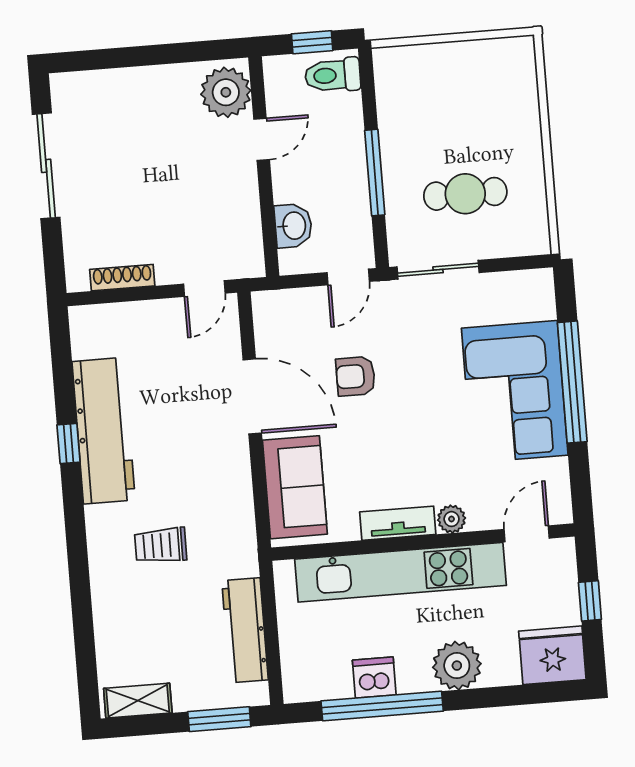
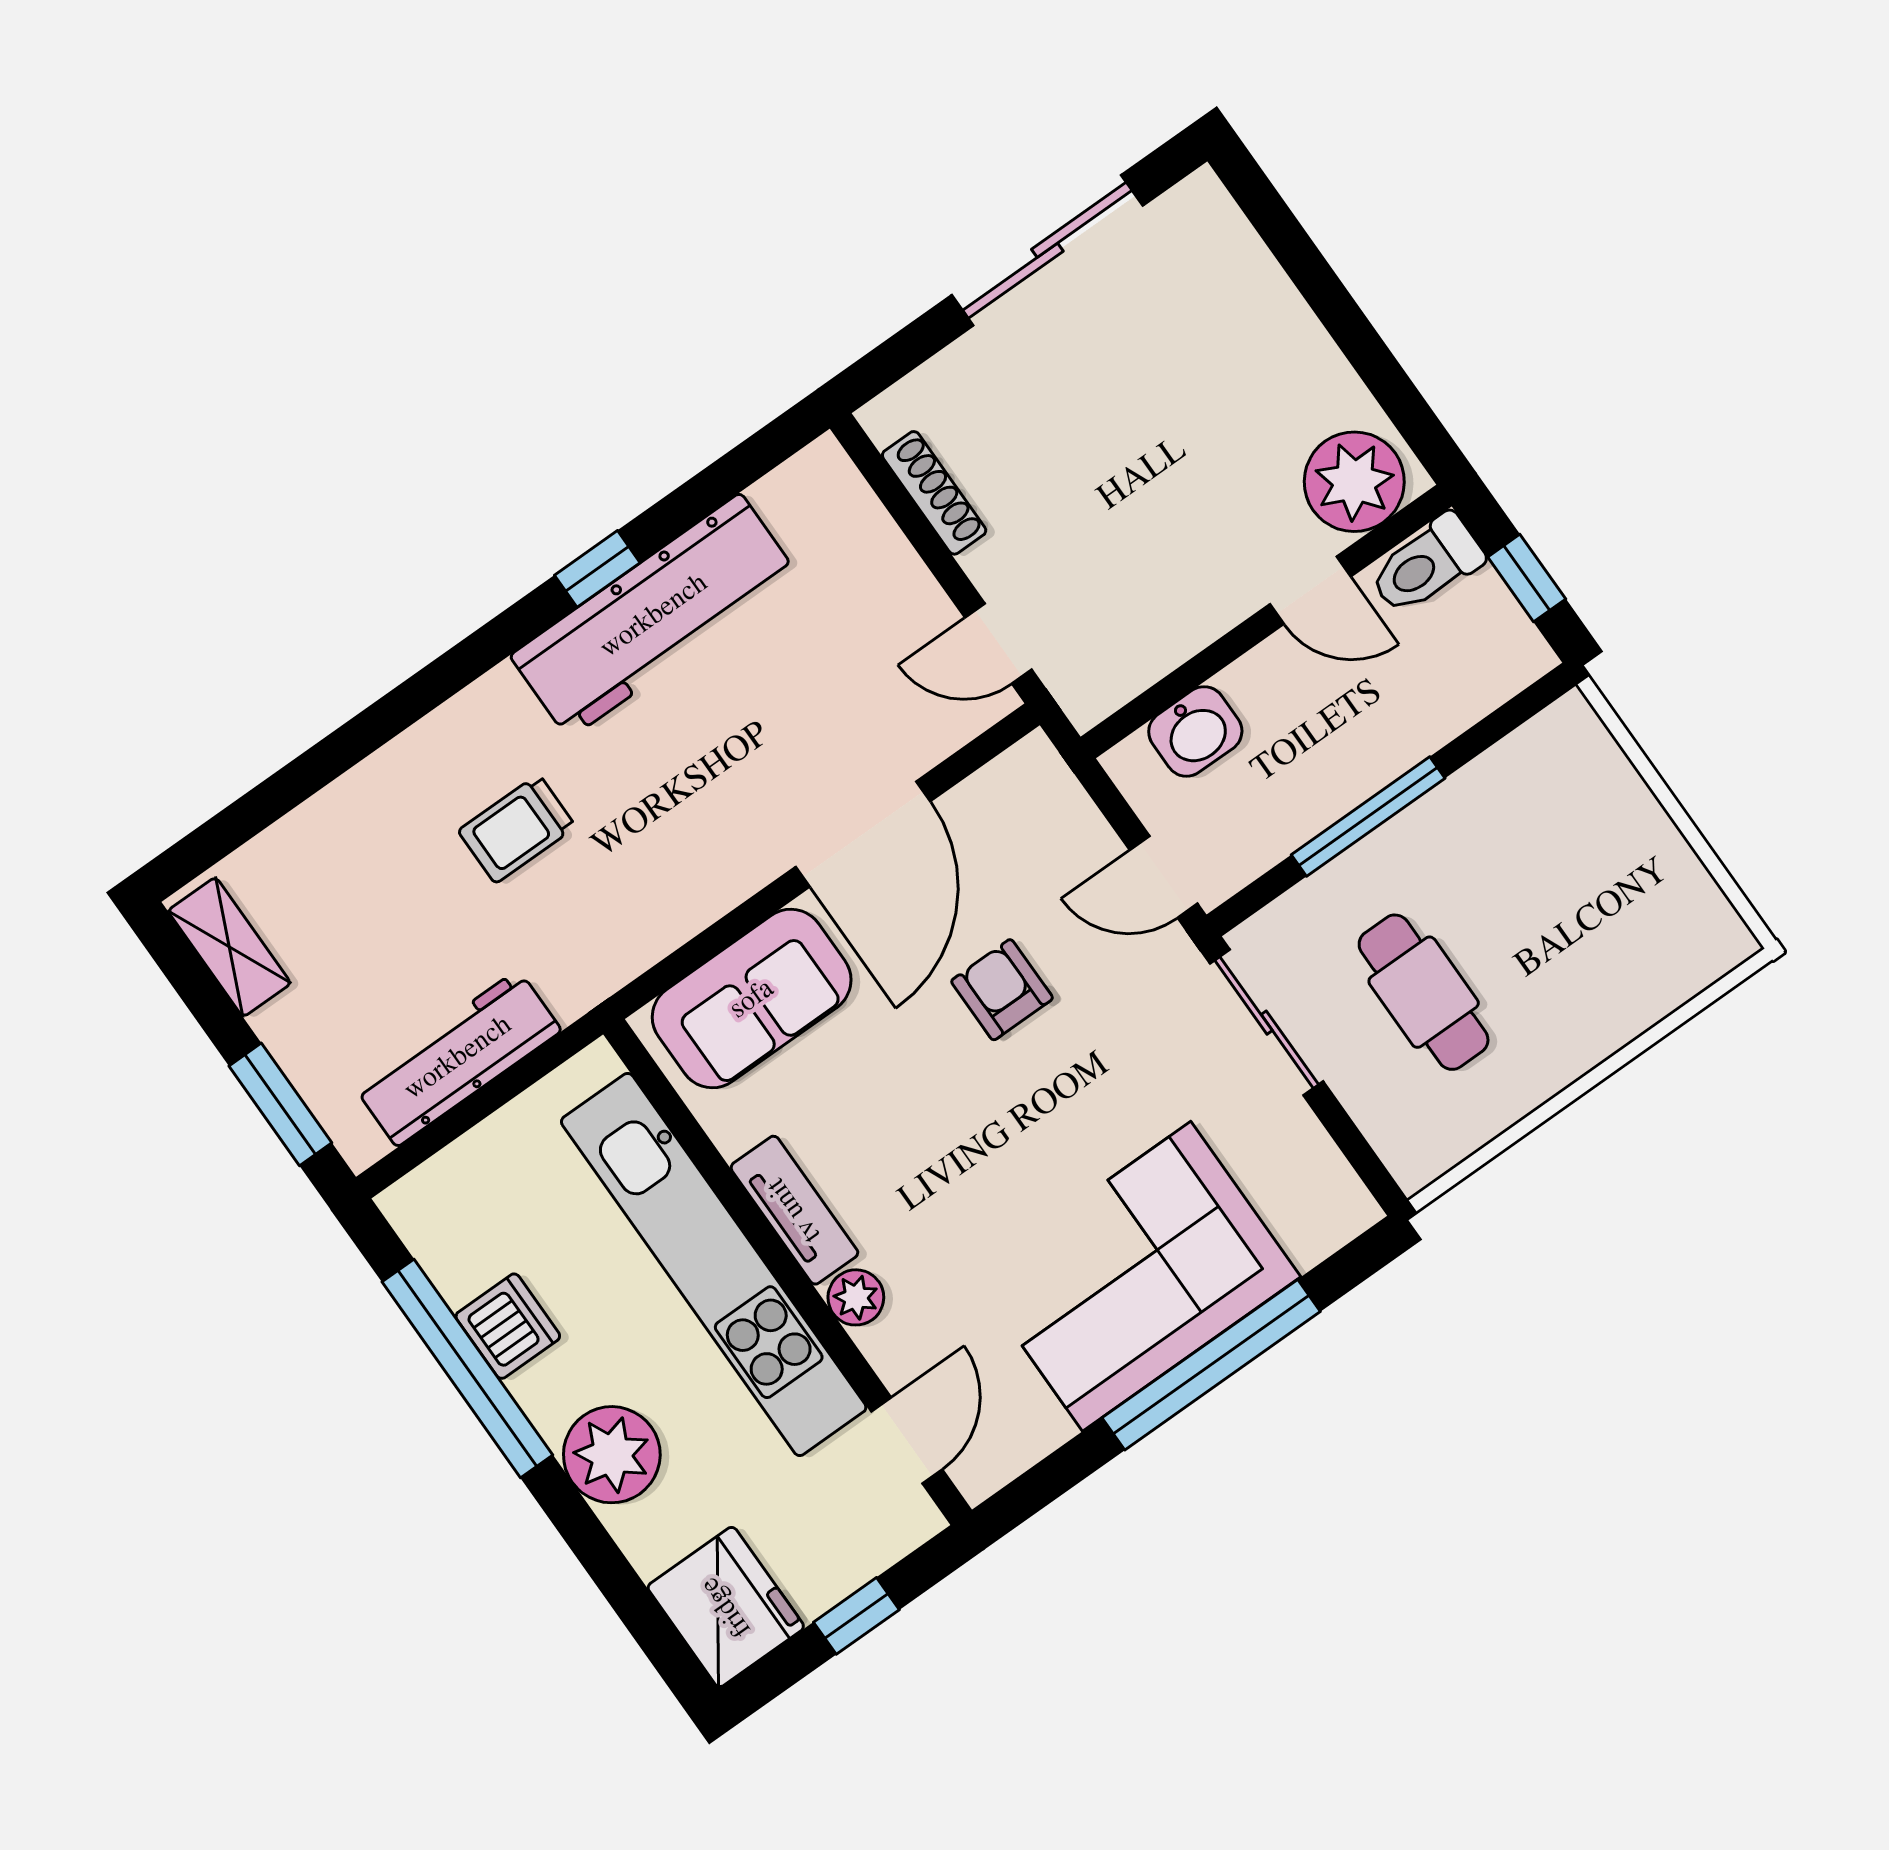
toilet: (333, 75) -> (1426, 565), moved, turned -90
door: (527, 534) -> (907, 1440), hinge flipped
trolley: (161, 545) -> (517, 829), turned -90

